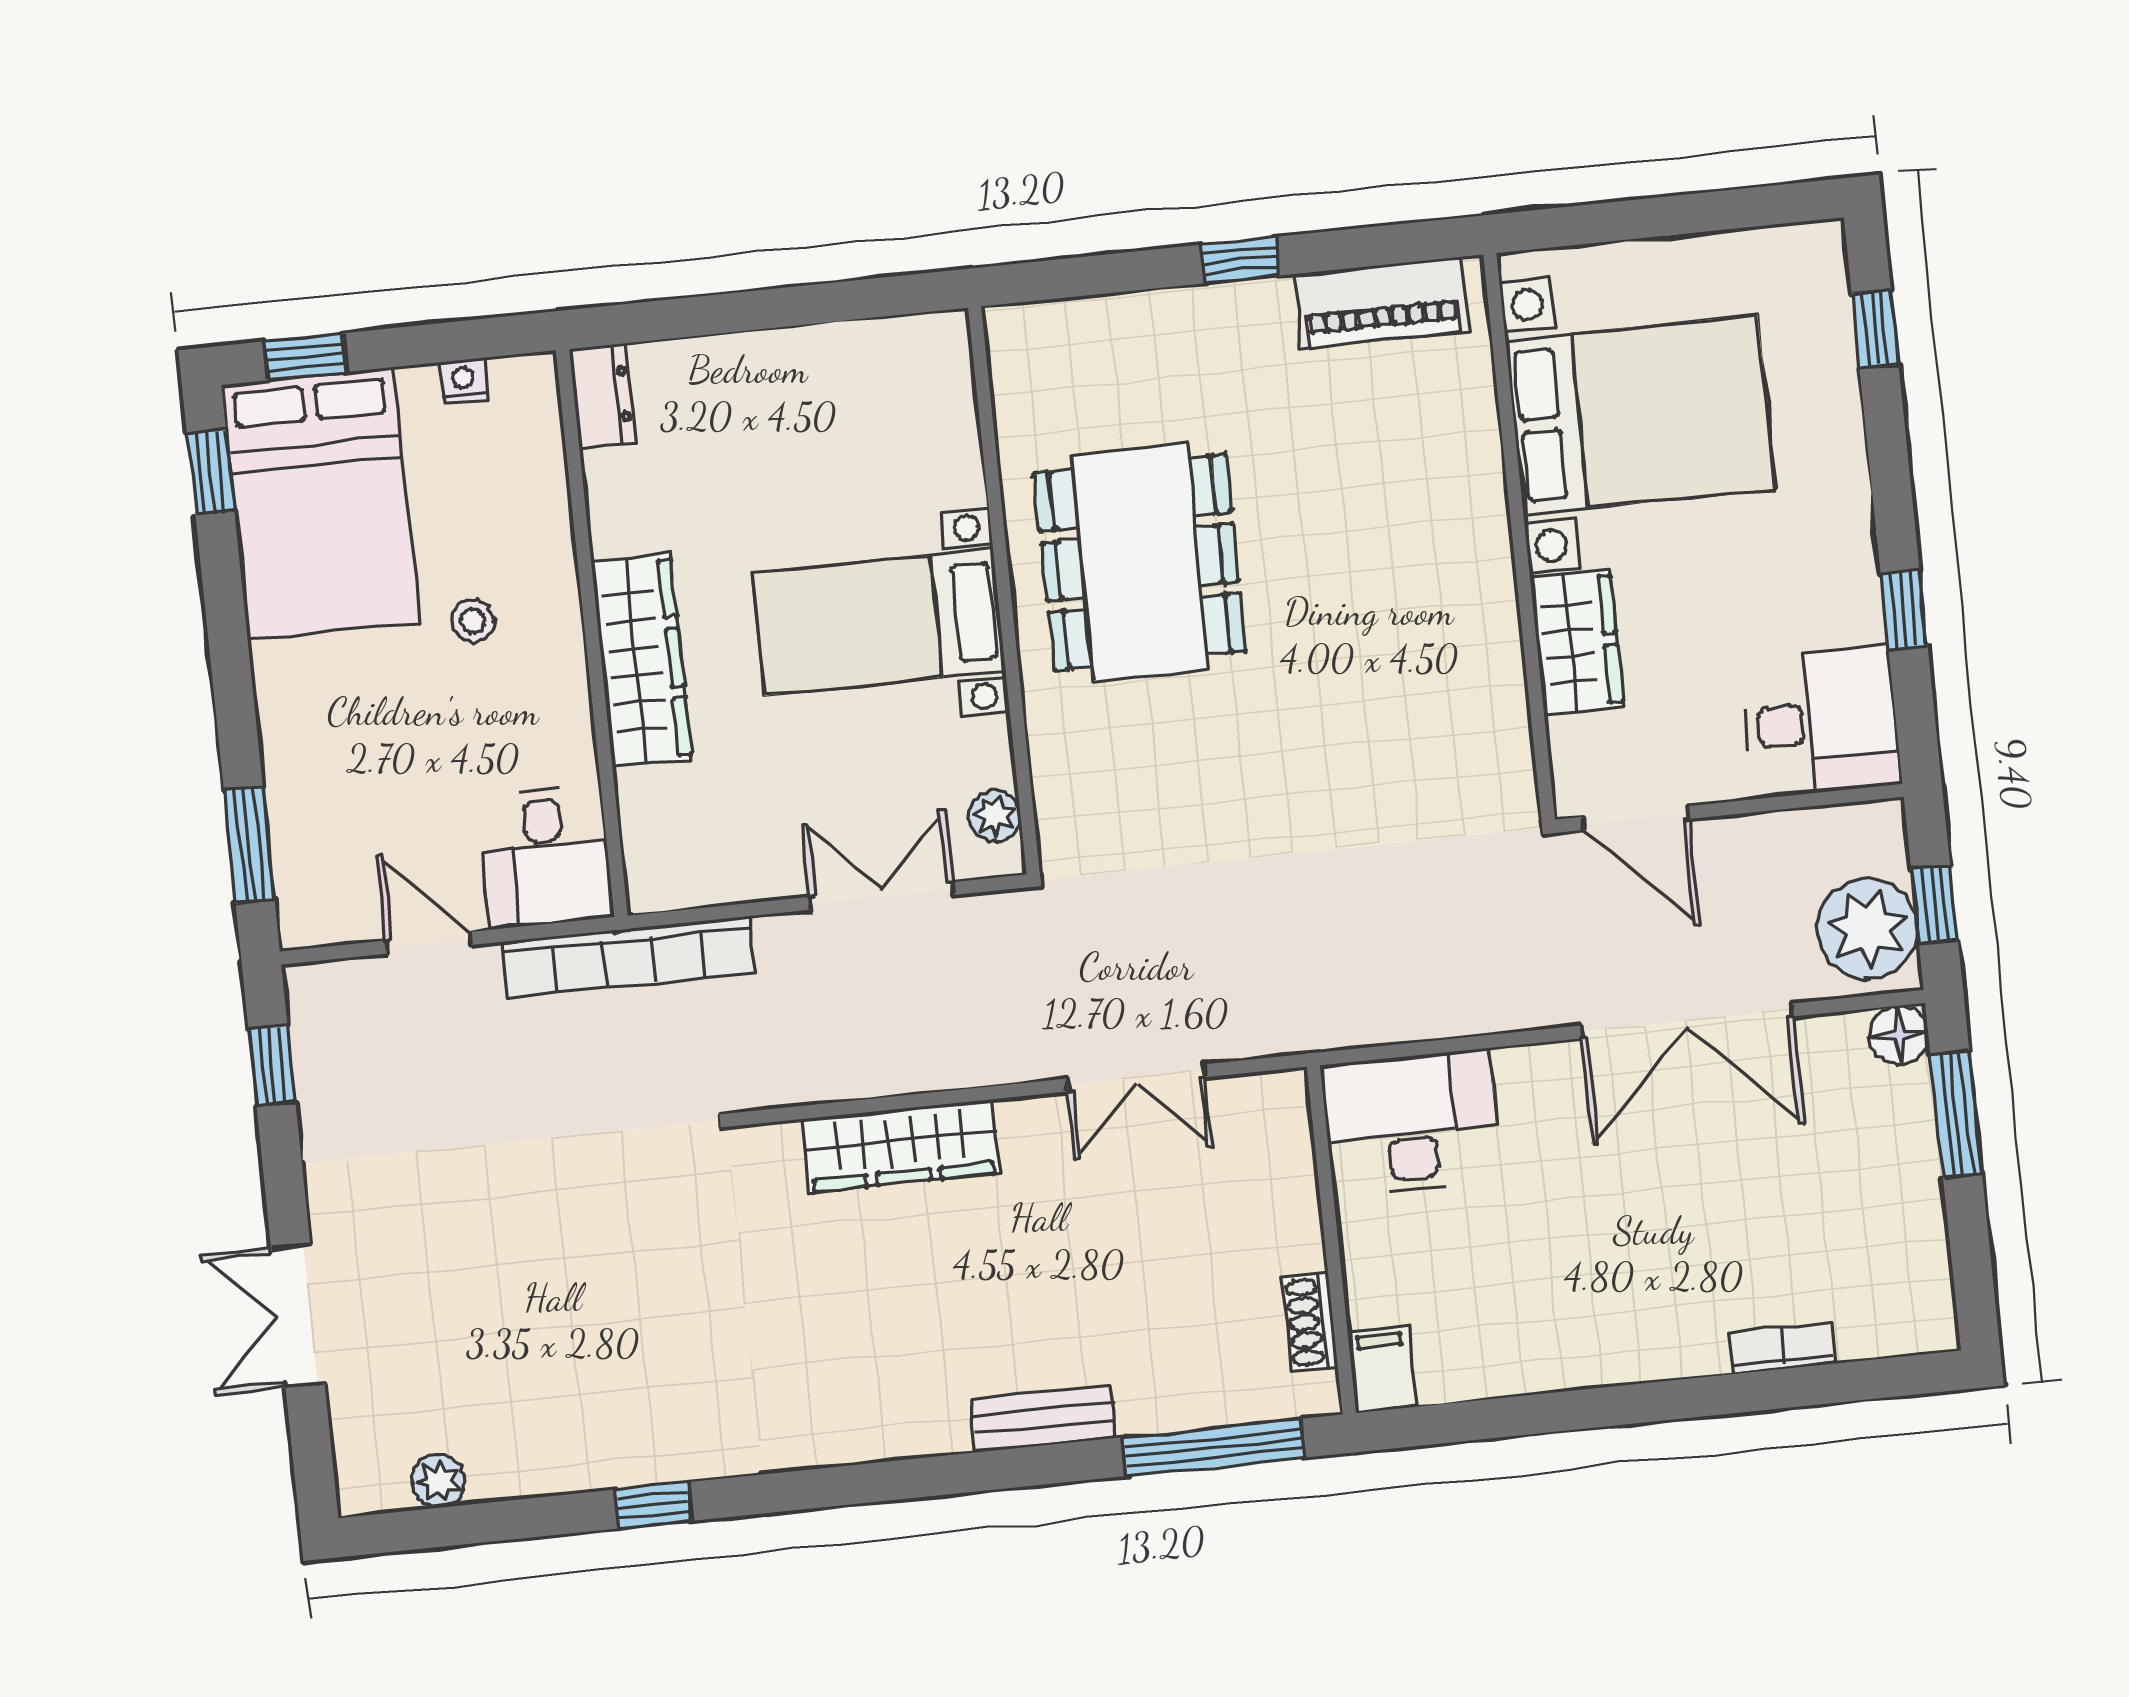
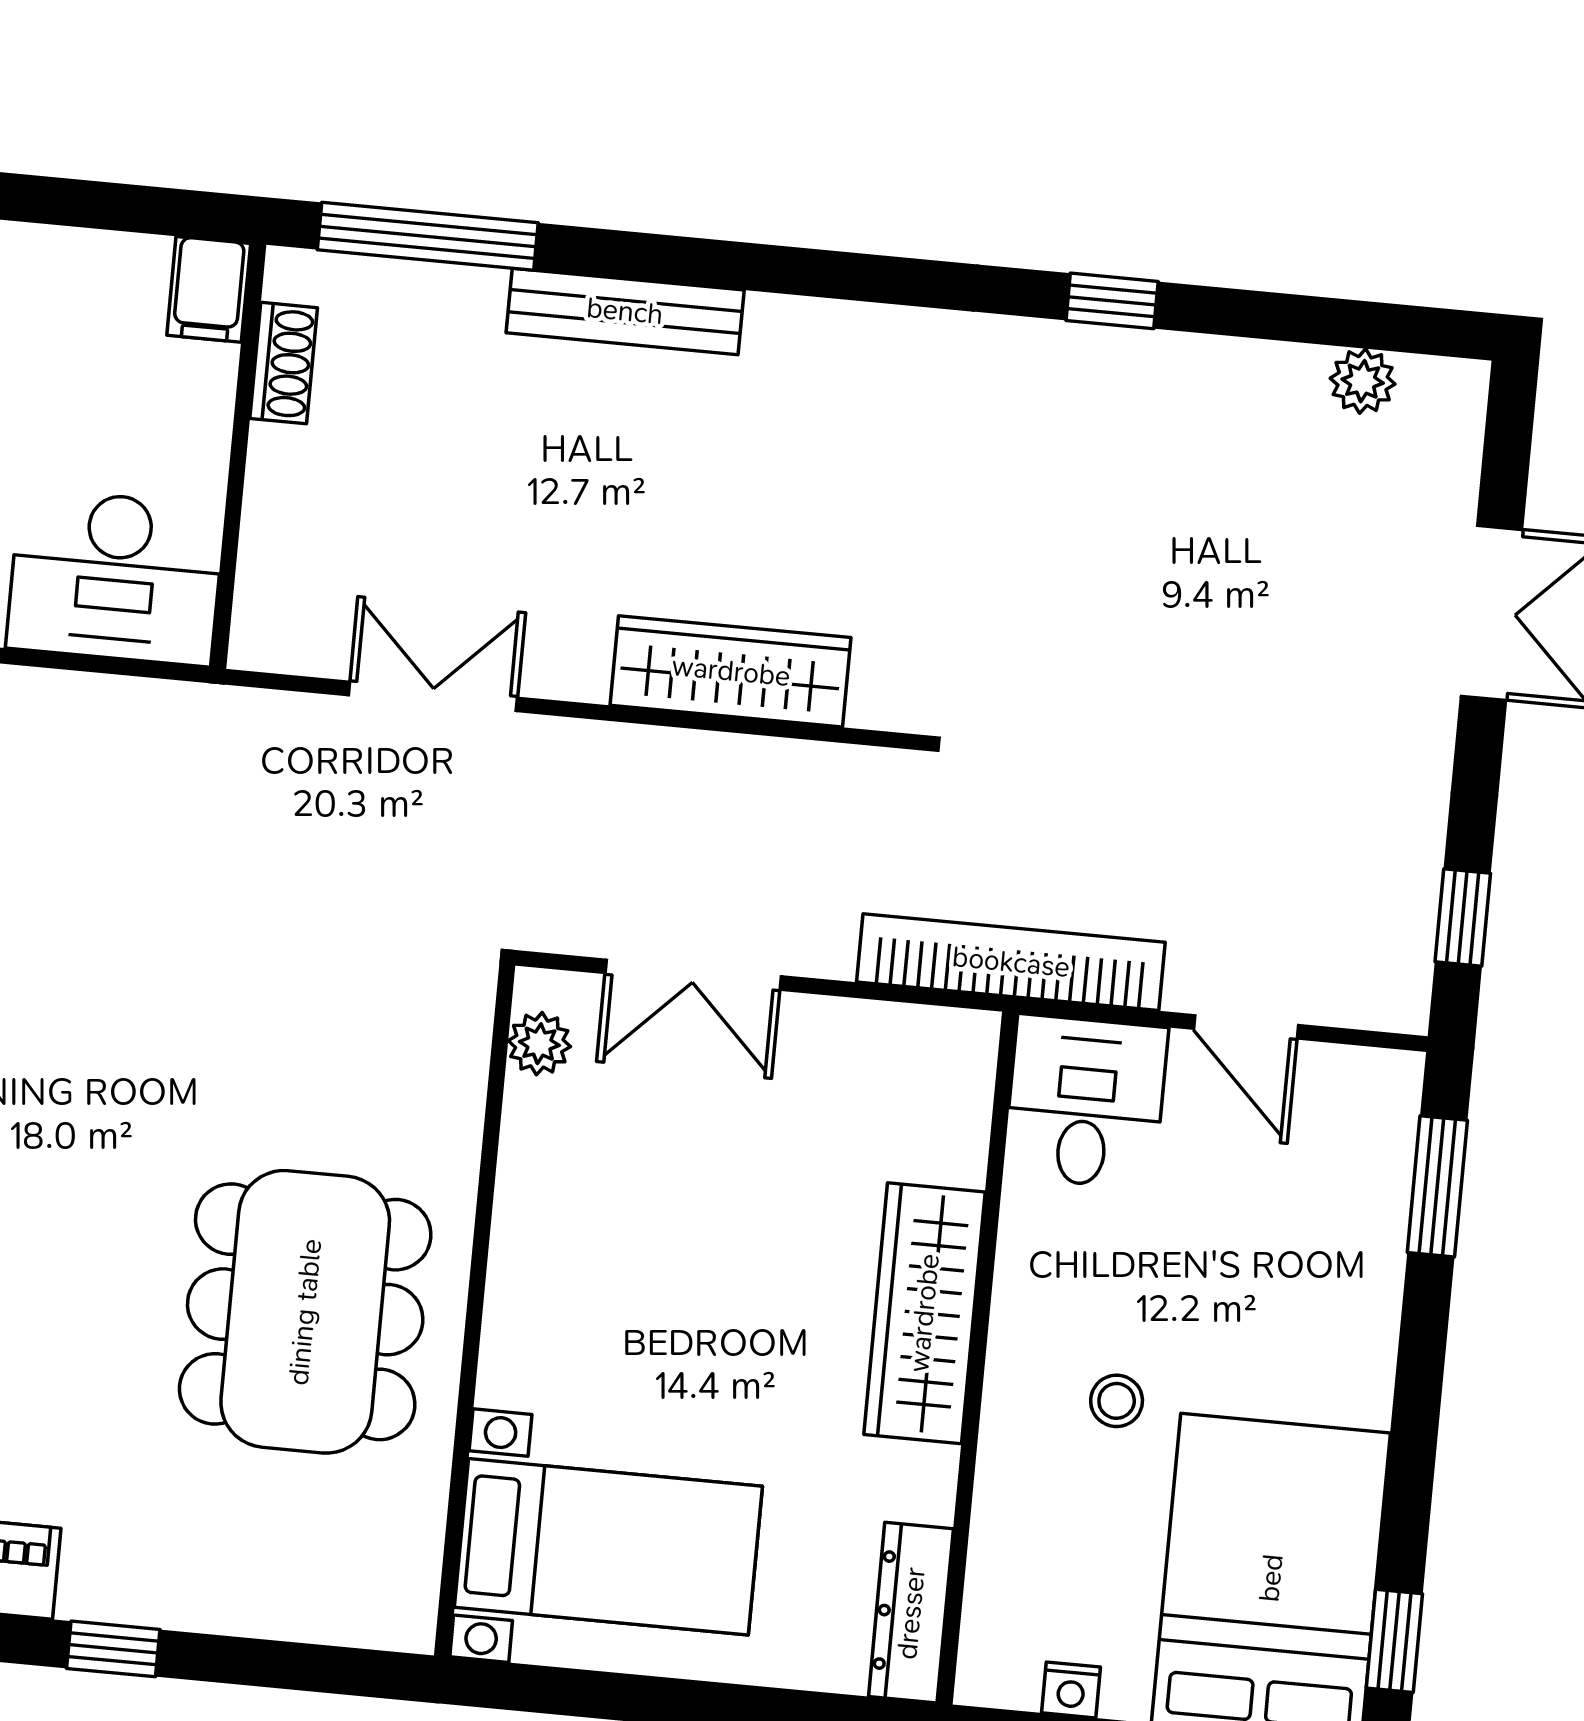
dresser: (602, 396) -> (911, 1613), width x1.44
bed with nightstands: (879, 622) -> (608, 1547), moved
bench: (1043, 1419) -> (625, 311), width x1.36

